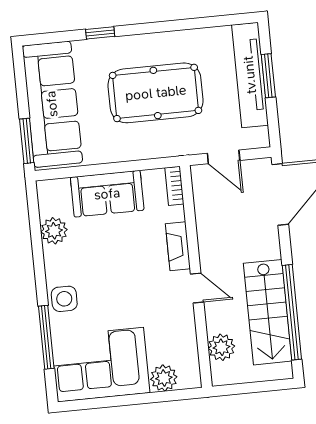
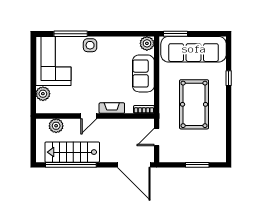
tv unit: (250, 75) -> (199, 155), removed
plant: (54, 231) -> (147, 43), moved

